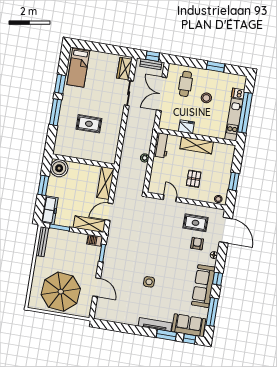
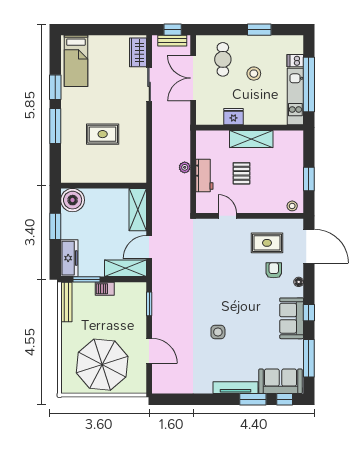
workbench: (161, 145) -> (204, 176), moved
pallet: (194, 179) -> (241, 173), moved
barbecue: (94, 240) -> (105, 289), moved
sofa: (203, 286) -> (292, 318), width x0.73

